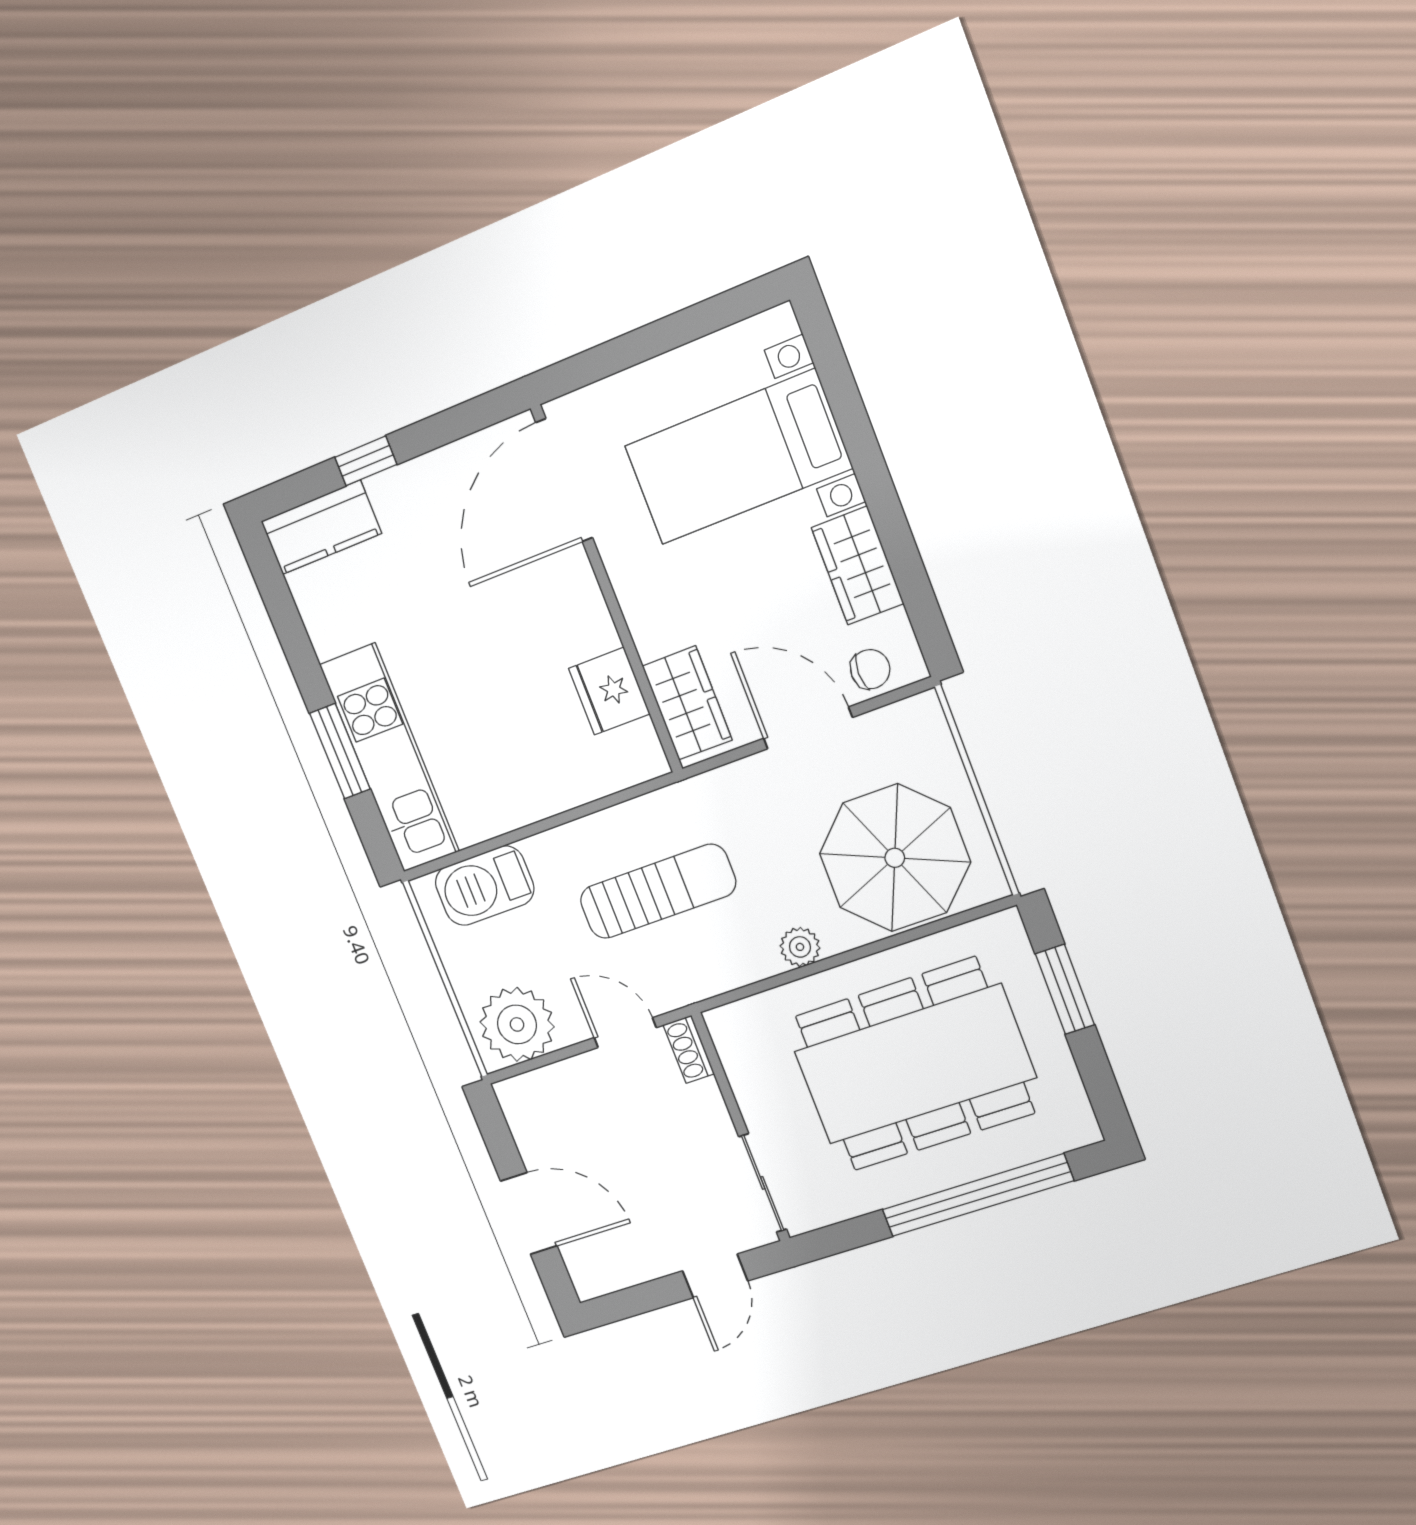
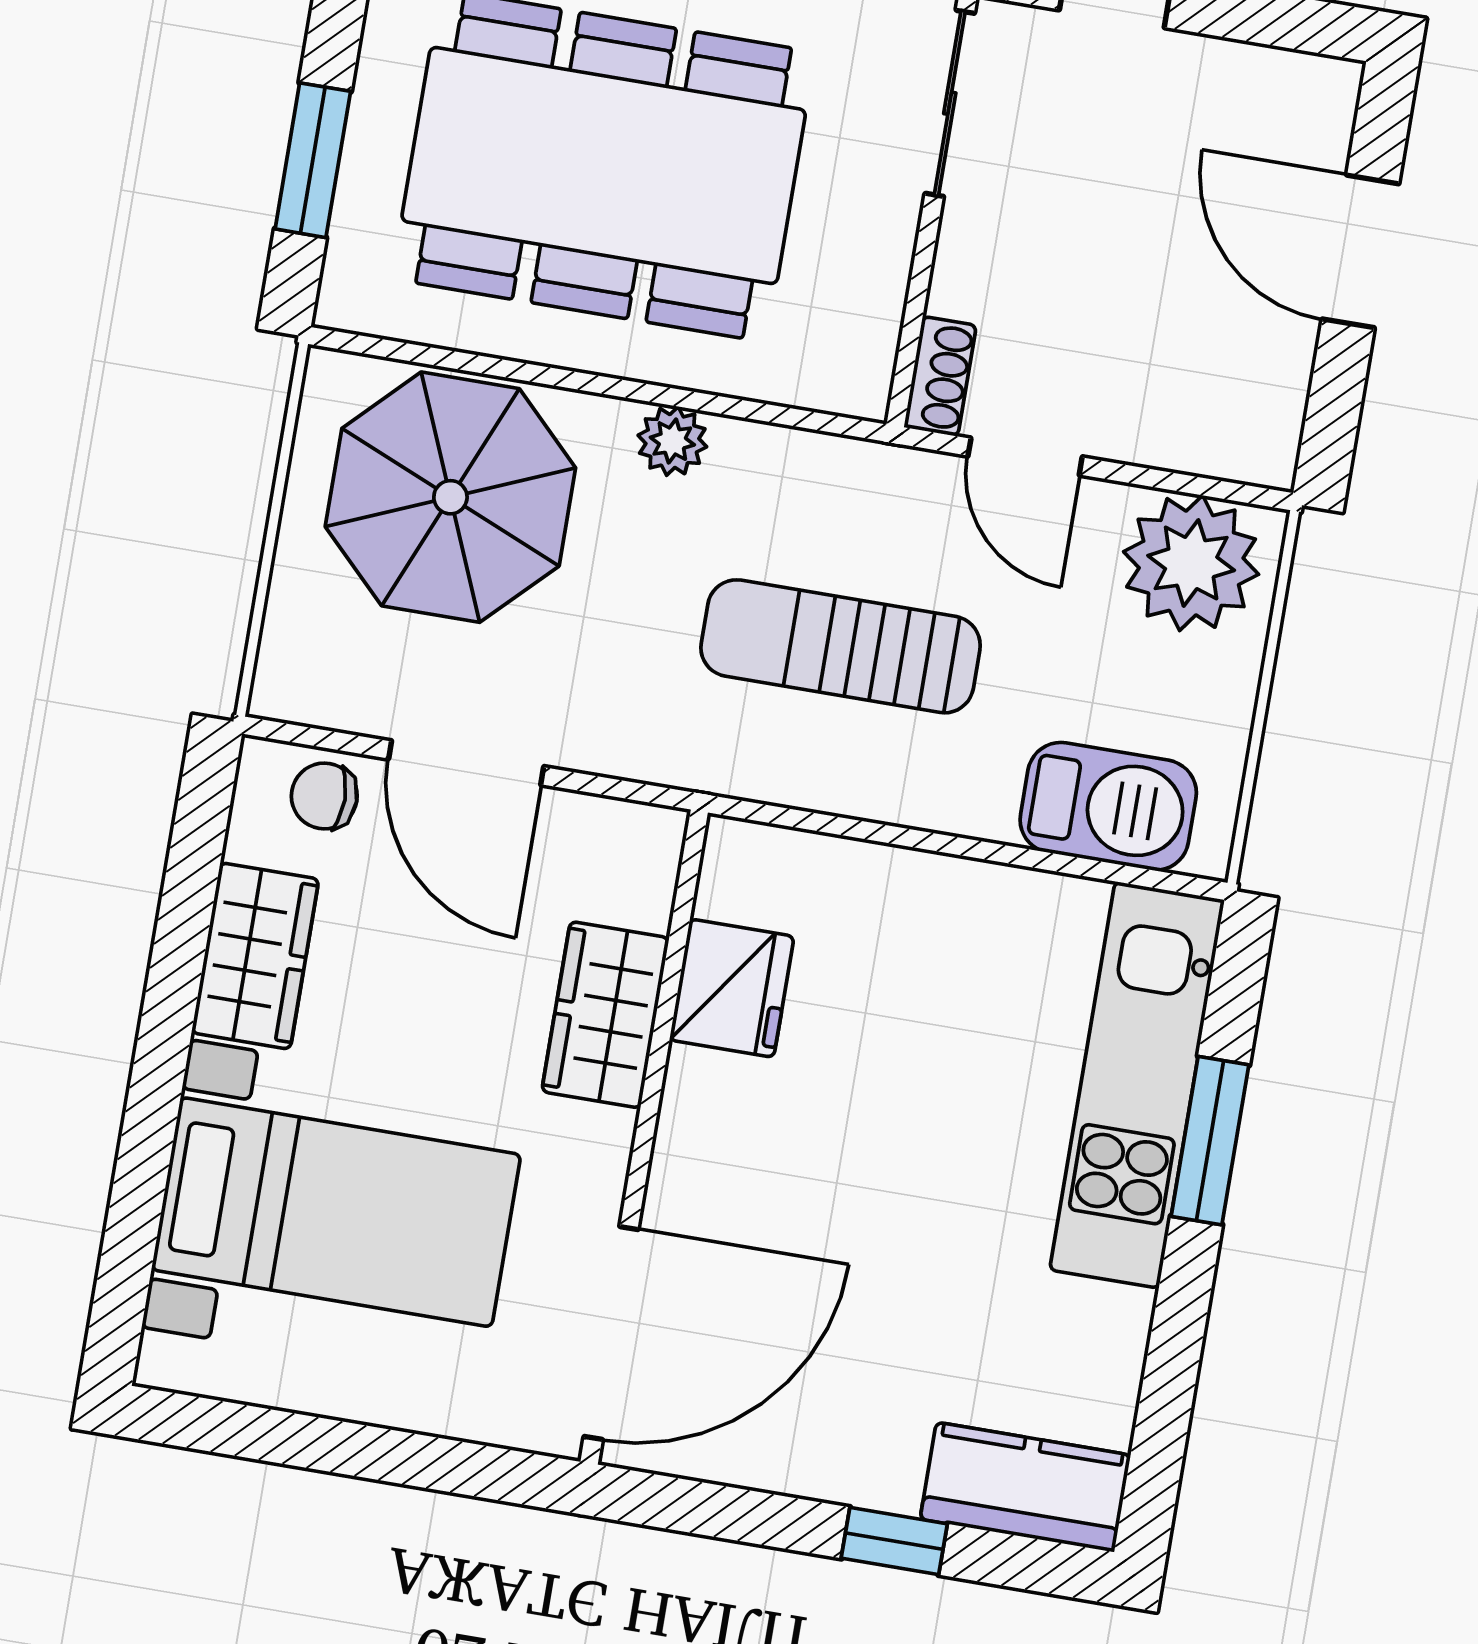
wardrobe: (687, 703) -> (605, 1015), moved

